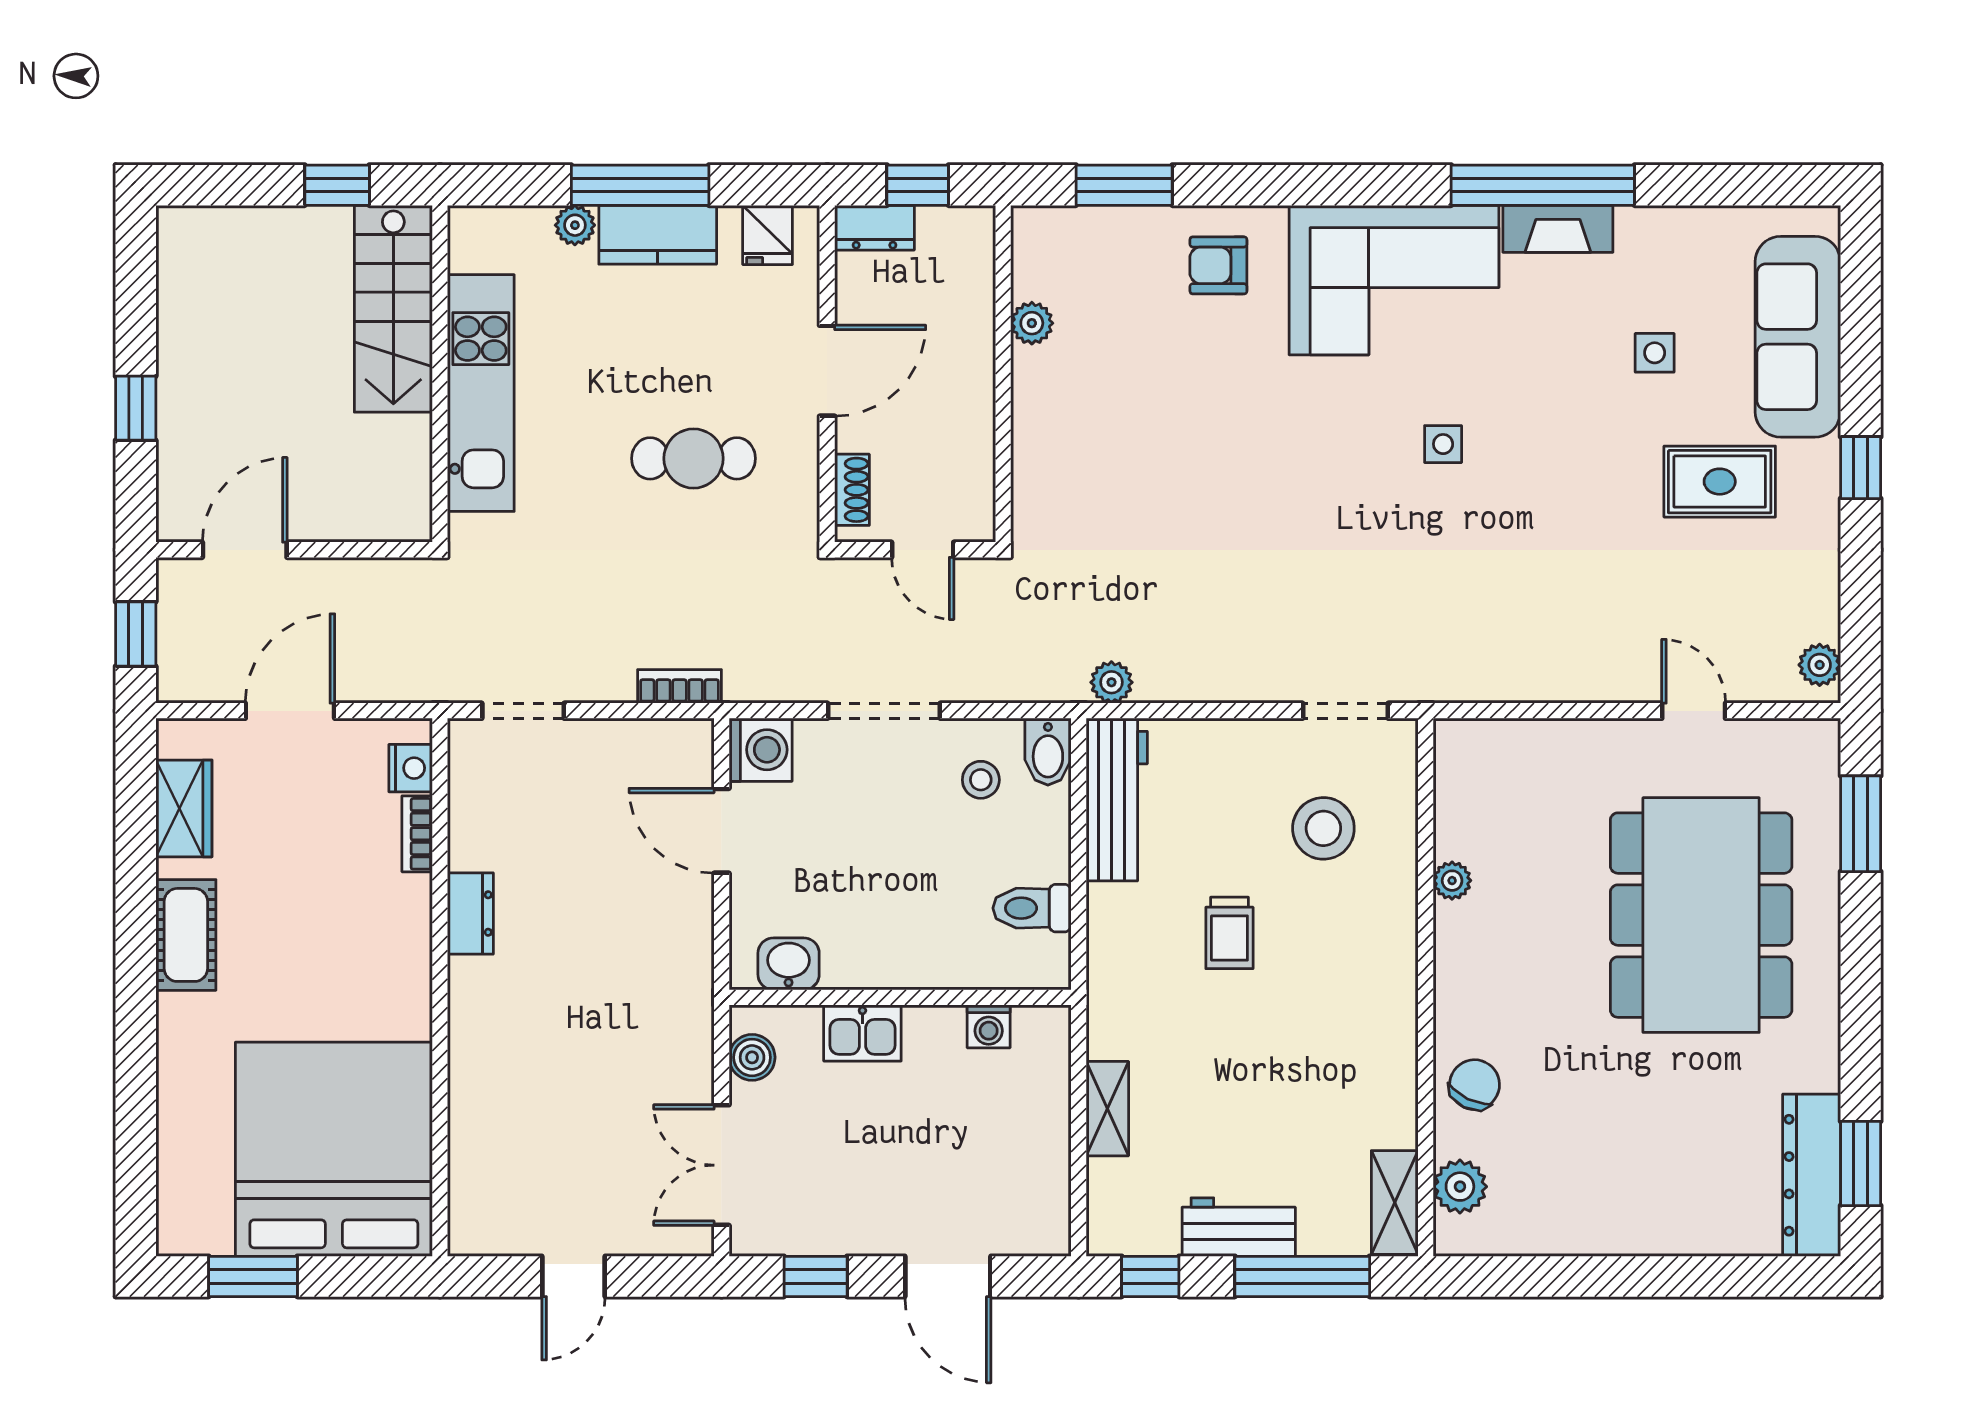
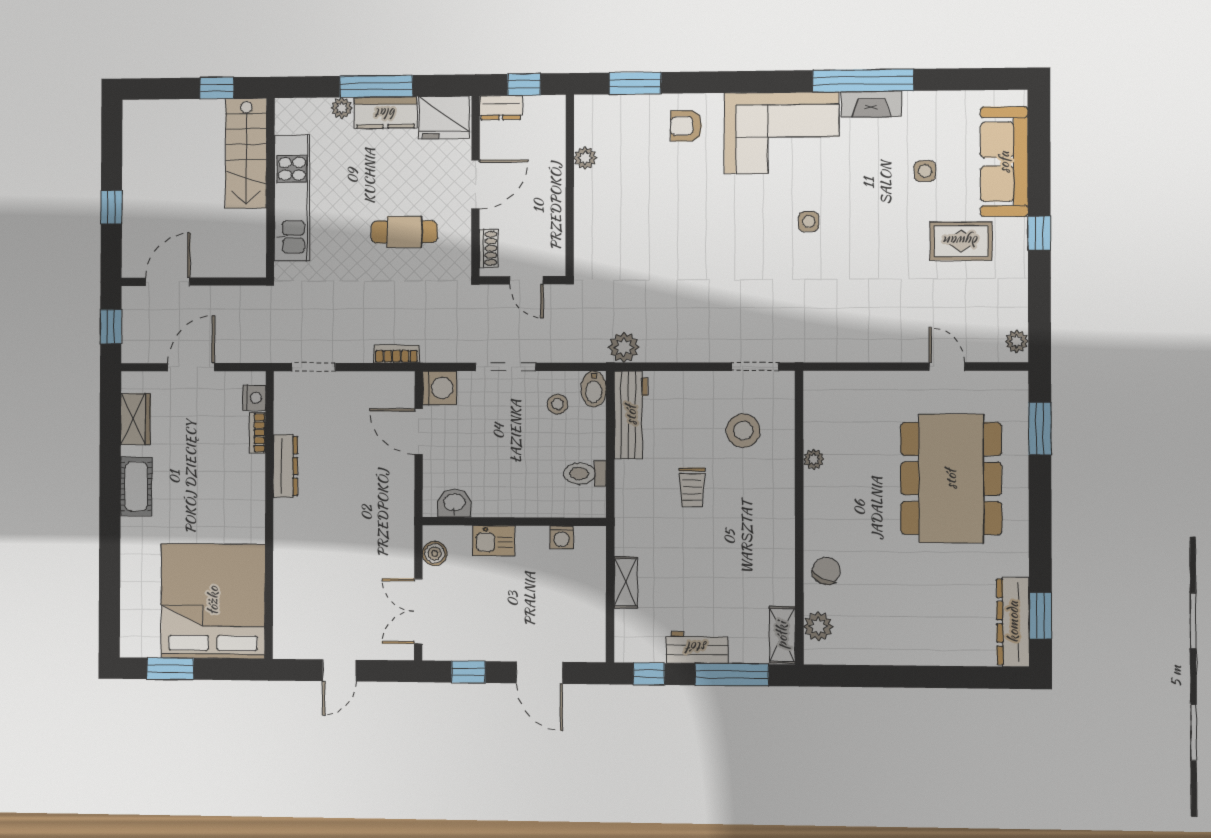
fridge: (768, 235) -> (444, 117), width x1.88, depth x1.34
plant: (1111, 682) -> (624, 347), width x1.38, depth x1.38
dresser: (470, 914) -> (285, 466), width x1.44

